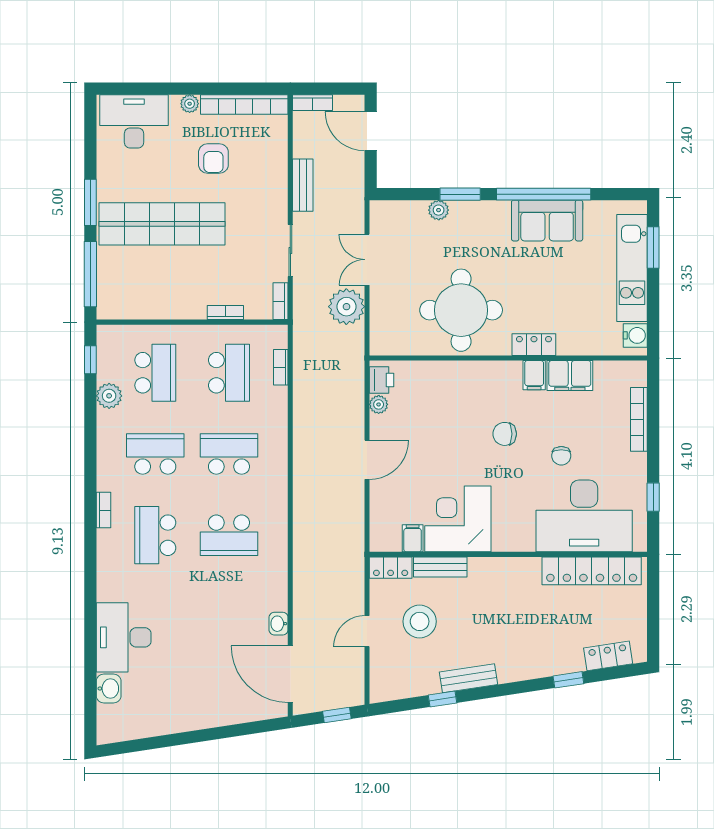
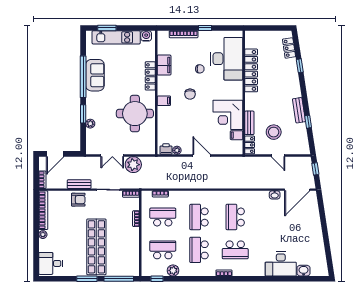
desk: (134, 121) -> (51, 263), width x0.73
armchair: (213, 159) -> (78, 200), moved
locker: (534, 345) -> (150, 76), width x1.53
filing cabinet: (534, 375) -> (164, 101), moved
window: (653, 497) -> (205, 28), moved
school desk: (229, 535) -> (235, 217), turned 180
locker: (592, 571) -> (251, 70), moved

